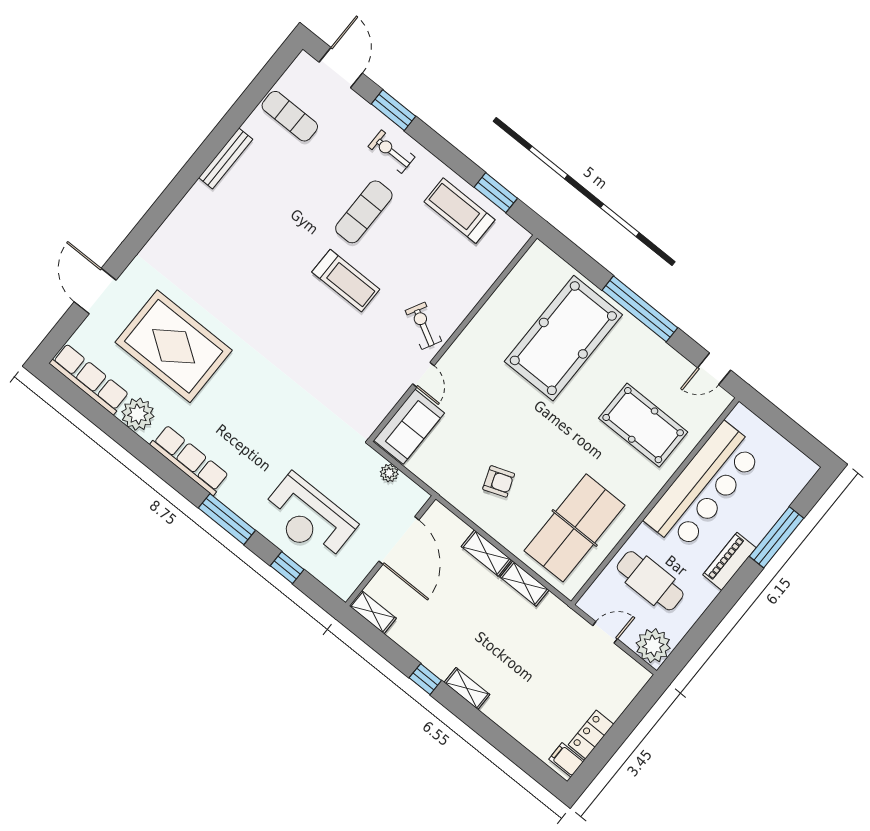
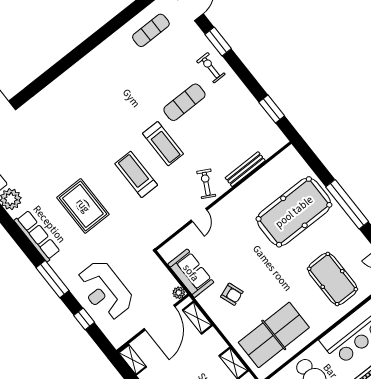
exercise mat: (290, 116) -> (151, 30), turned 90
bench: (226, 158) -> (245, 169), moved
treadmill: (459, 211) -> (136, 174), moved
rug: (174, 346) -> (83, 206), moved, width x0.73, depth x0.69
sofa: (409, 427) -> (191, 273), moved, turned -90
plant: (389, 473) -> (179, 293), moved
shelving: (486, 553) -> (197, 318), moved

